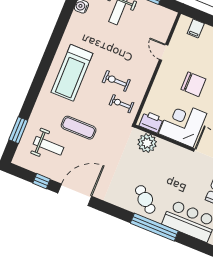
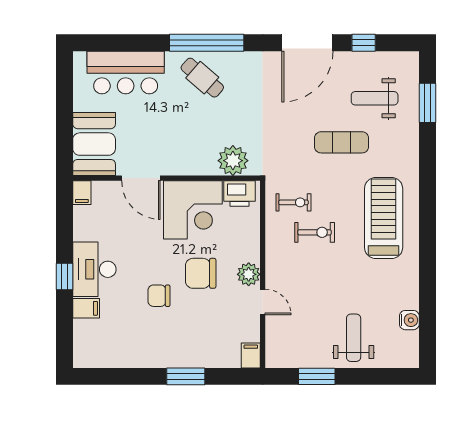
filing cabinet: (196, 29) -> (251, 355), moved
plant: (165, 72) -> (249, 274), added
window: (154, 227) -> (207, 43), moved

